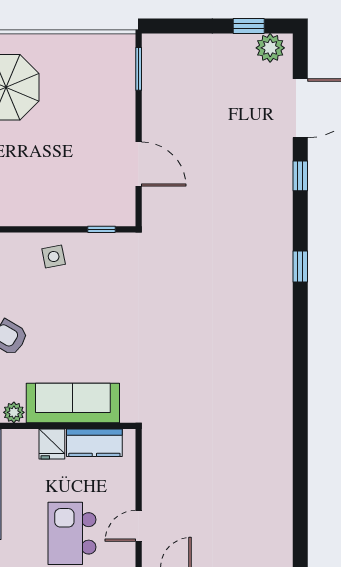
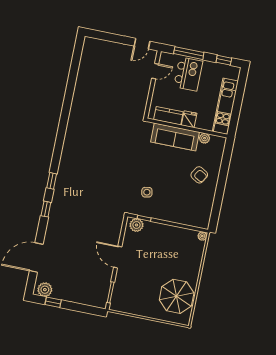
door: (139, 164) -> (118, 257), moved
window: (300, 176) -> (46, 209), moved
plant: (114, 213) -> (136, 225), added
side table: (54, 257) -> (147, 192), moved

